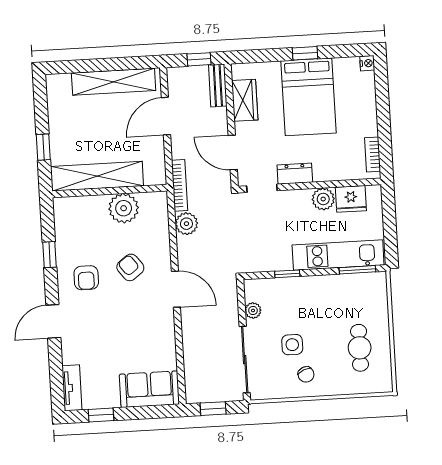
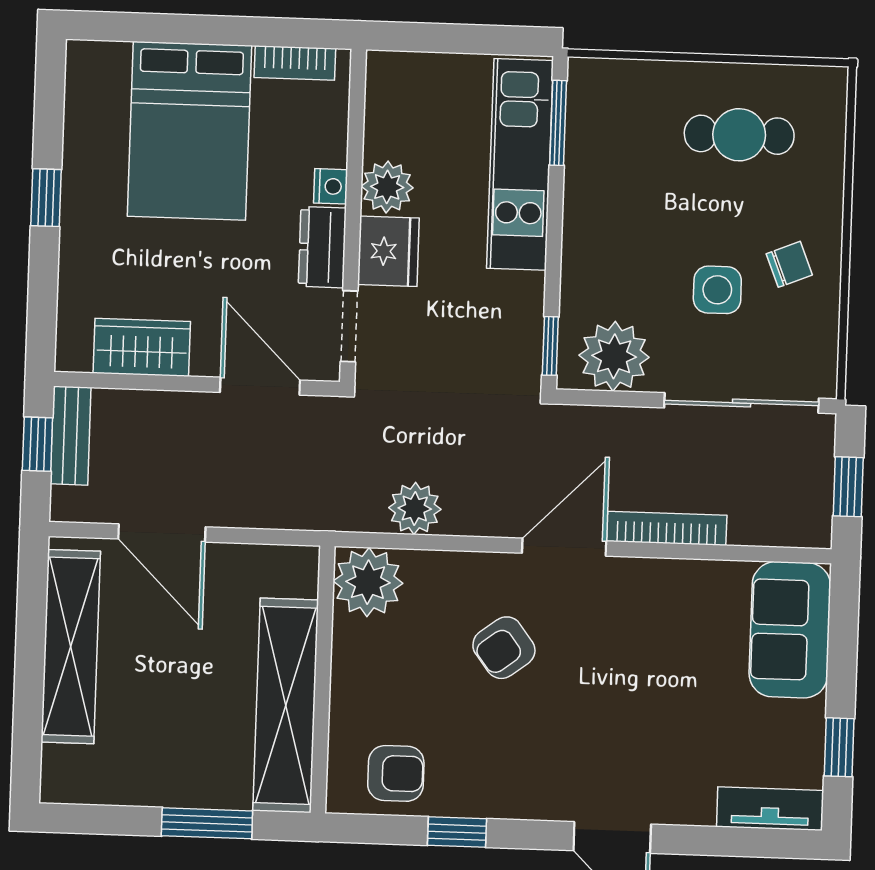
nightstand: (367, 63) -> (331, 186), moved, turned 90
bench: (218, 85) -> (71, 436), moved, turned 90
bed: (309, 97) -> (189, 131), moved, turned 90
window: (43, 147) -> (207, 823), width x1.50
door: (233, 152) -> (260, 386), swing flipped
bookcase: (180, 185) -> (667, 528), moved
fridge: (351, 199) -> (388, 251), moved
plant: (124, 208) -> (368, 582), moved
window: (287, 274) -> (550, 346), moved
armchair: (86, 278) -> (396, 773), moved
plant: (253, 310) -> (614, 356), width x1.88, depth x1.88

